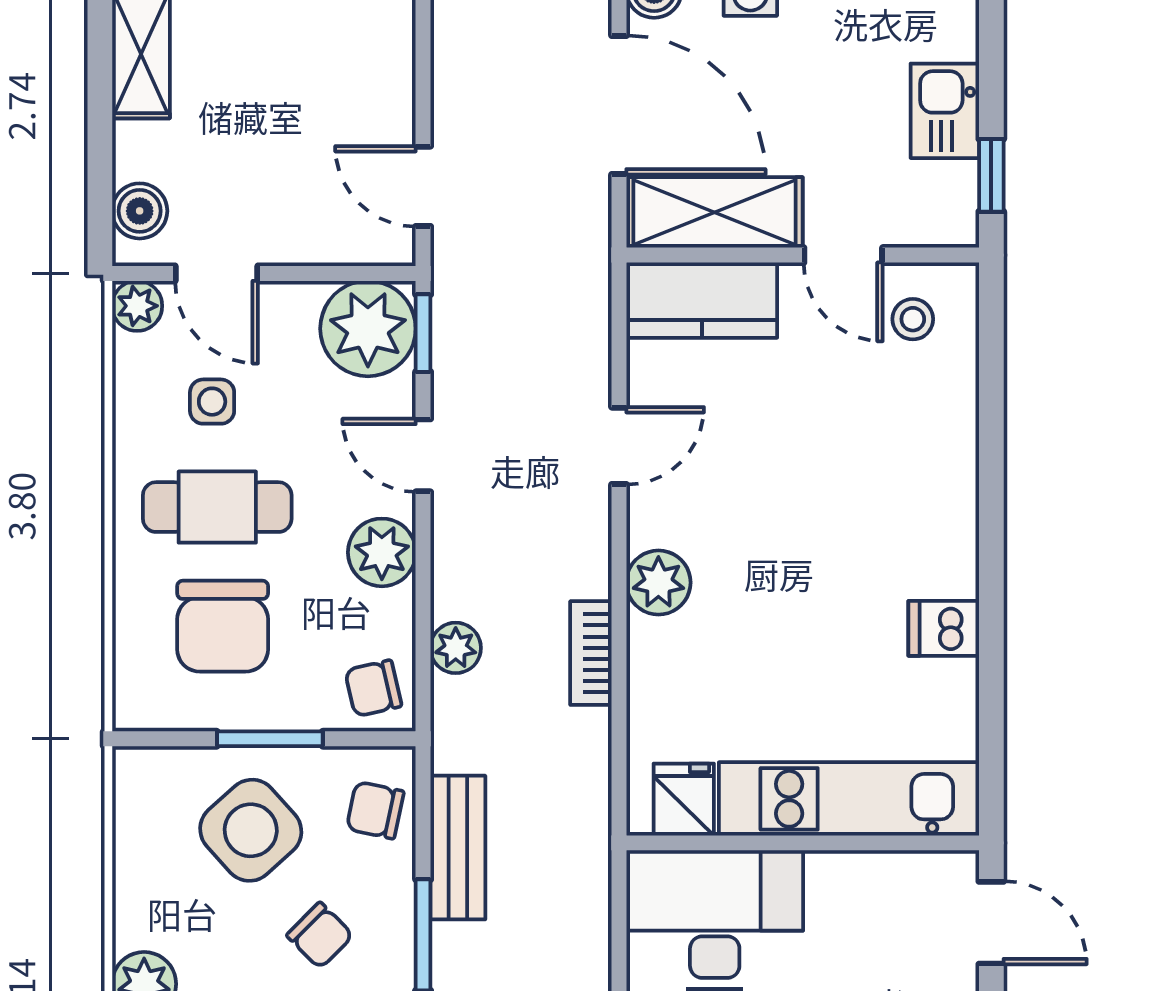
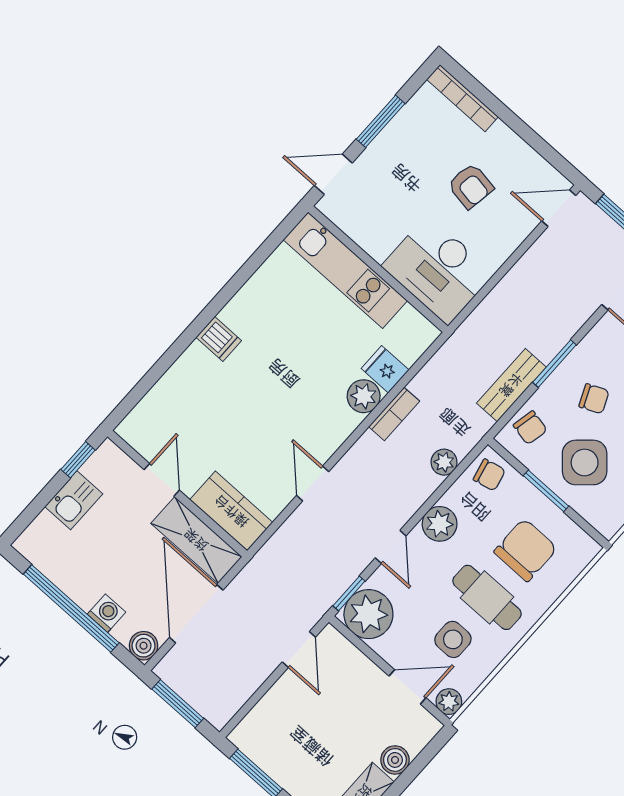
boiler: (140, 211) -> (395, 760), moved
door: (216, 273) -> (407, 687), hinge flipped
stool: (913, 319) -> (157, 432), removed
side table: (212, 402) -> (453, 639), width x1.37, depth x1.37
door: (619, 446) -> (313, 484), hinge flipped
plant: (658, 583) -> (364, 396), moved
dishwasher: (944, 628) -> (219, 339), moved
fridge: (684, 800) -> (385, 369), moved, turned 90
door: (991, 923) -> (333, 174), hinge flipped
chair: (320, 935) -> (594, 399), turned 111

